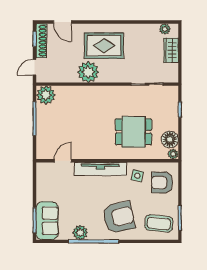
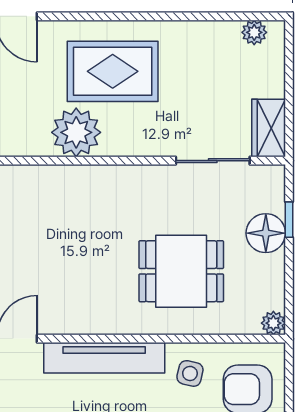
wardrobe: (171, 50) -> (269, 128), moved
floor lamp: (170, 139) -> (266, 233), moved

